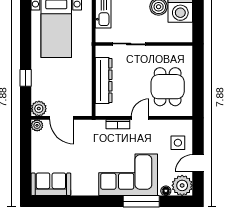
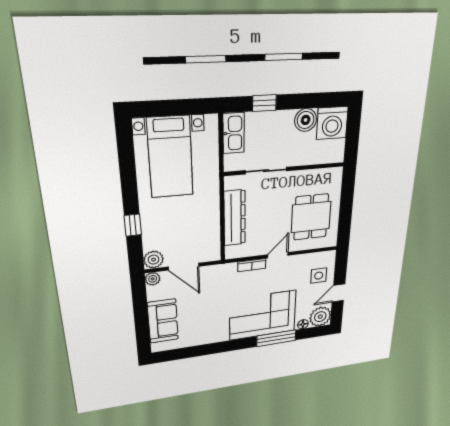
sofa: (51, 184) -> (163, 321), moved, turned 90

